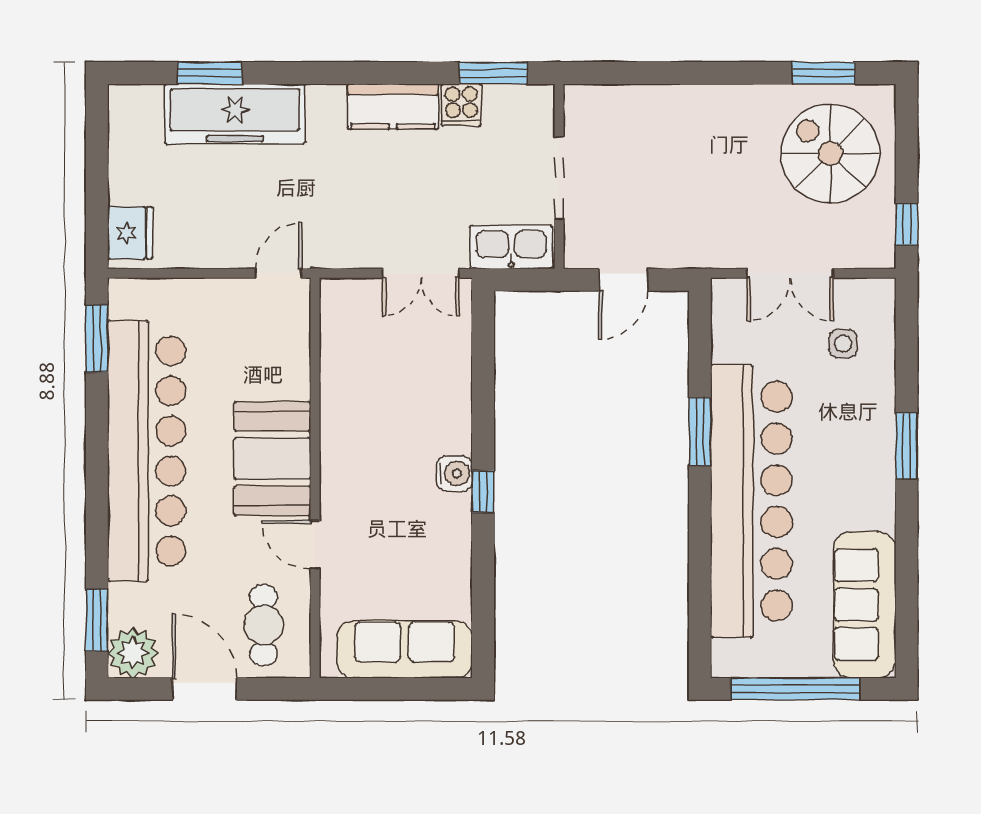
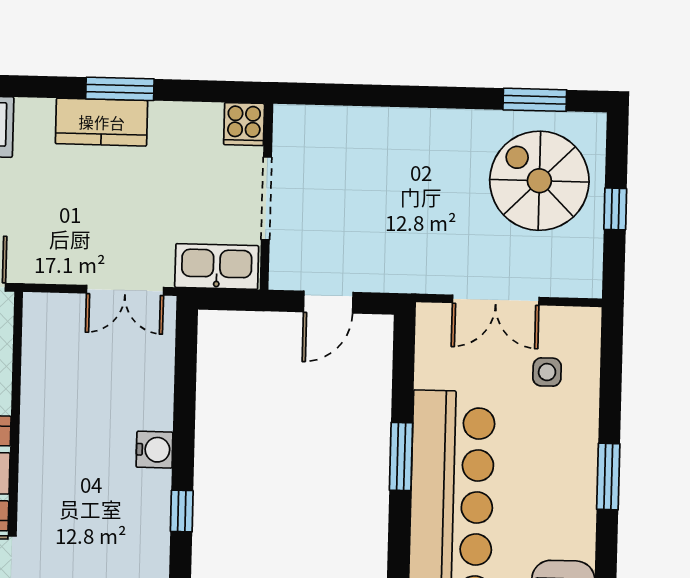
window: (493, 73) -> (120, 89), moved
cooker: (461, 105) -> (244, 124), moved
window: (907, 224) -> (615, 209), moved
water cooler: (454, 473) -> (155, 450), moved

